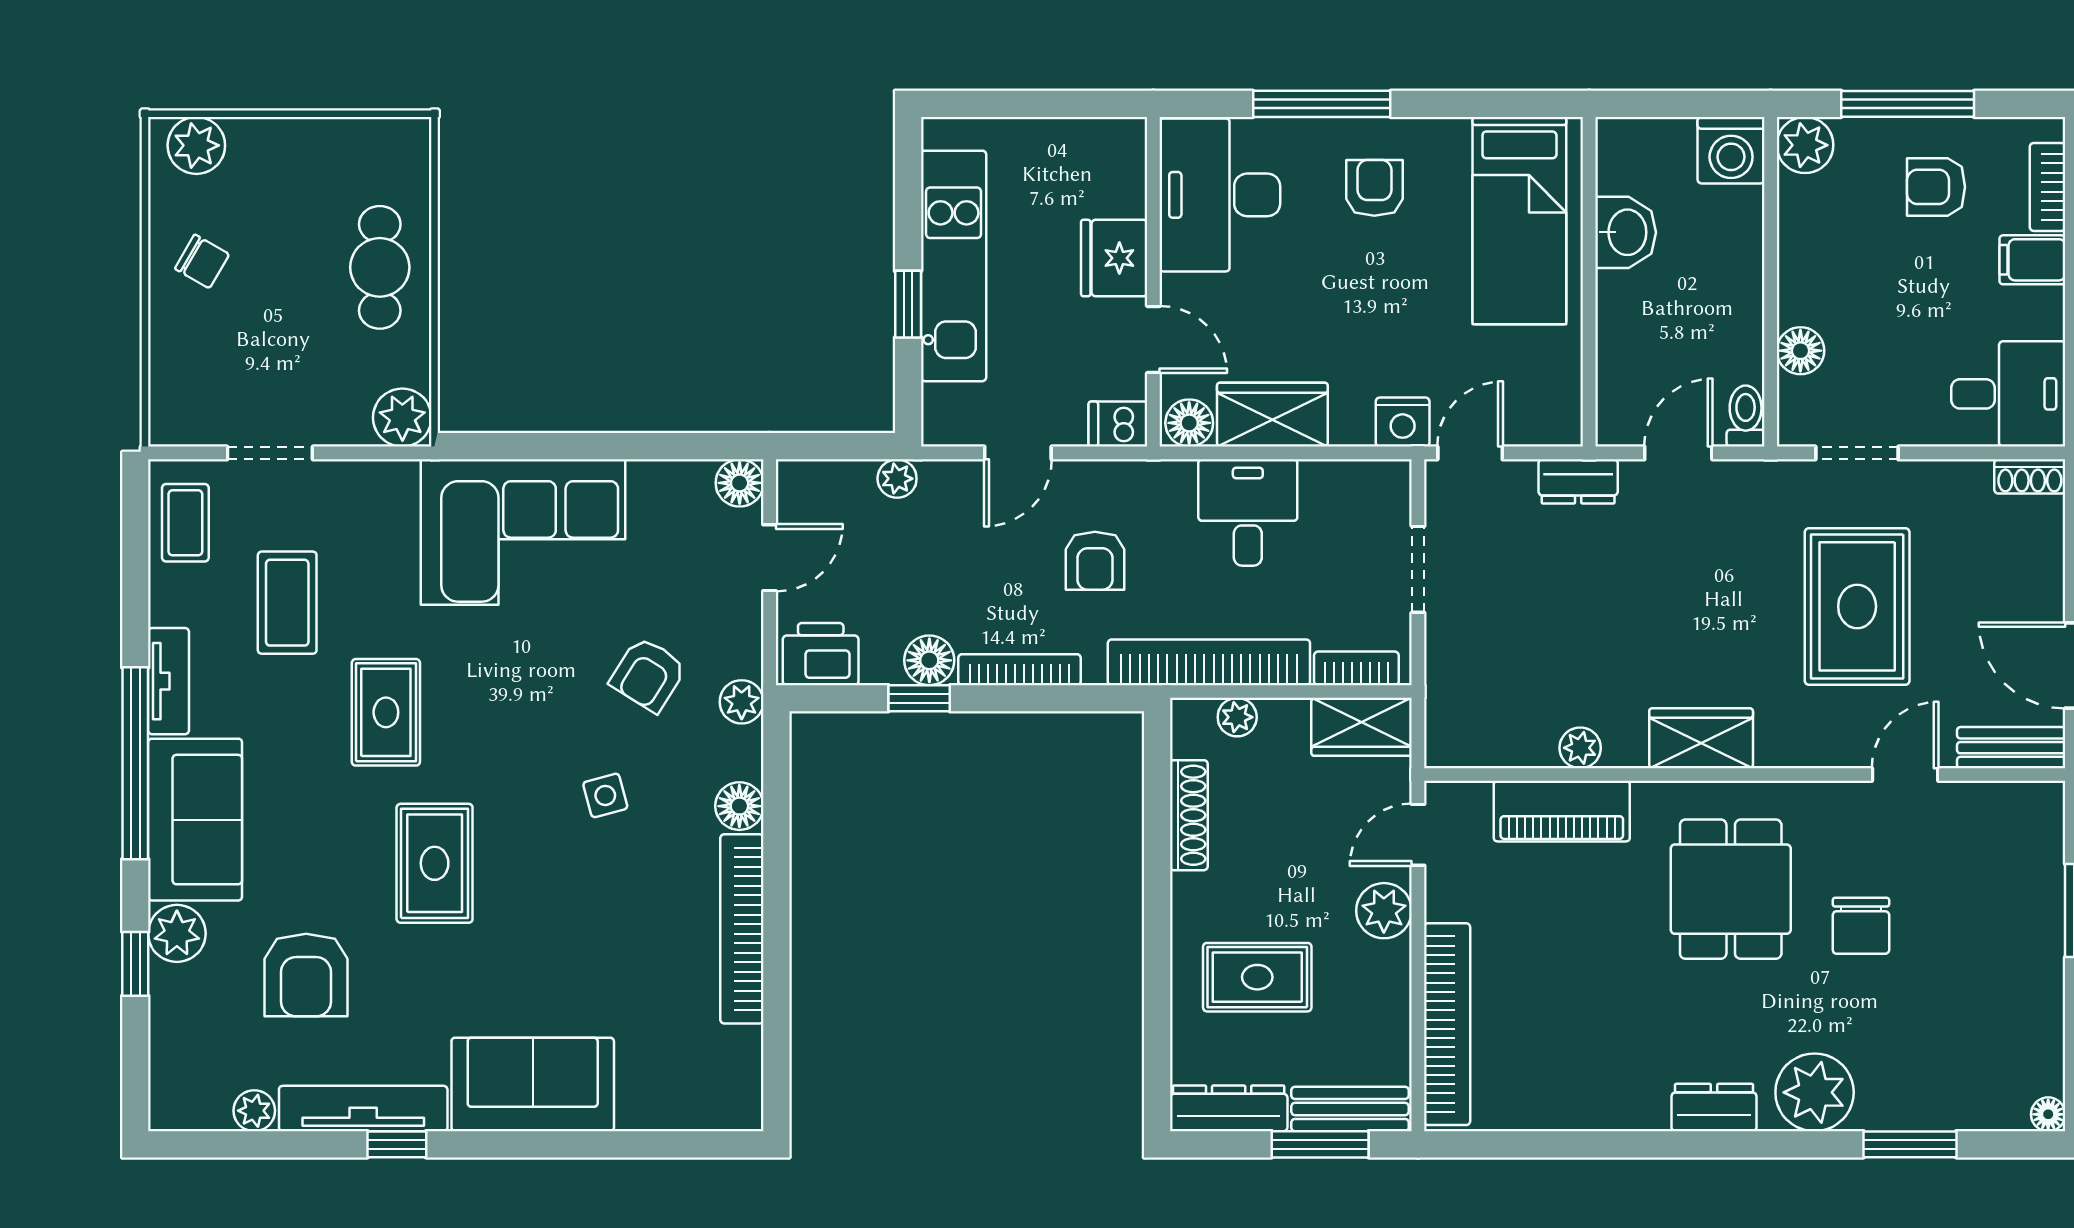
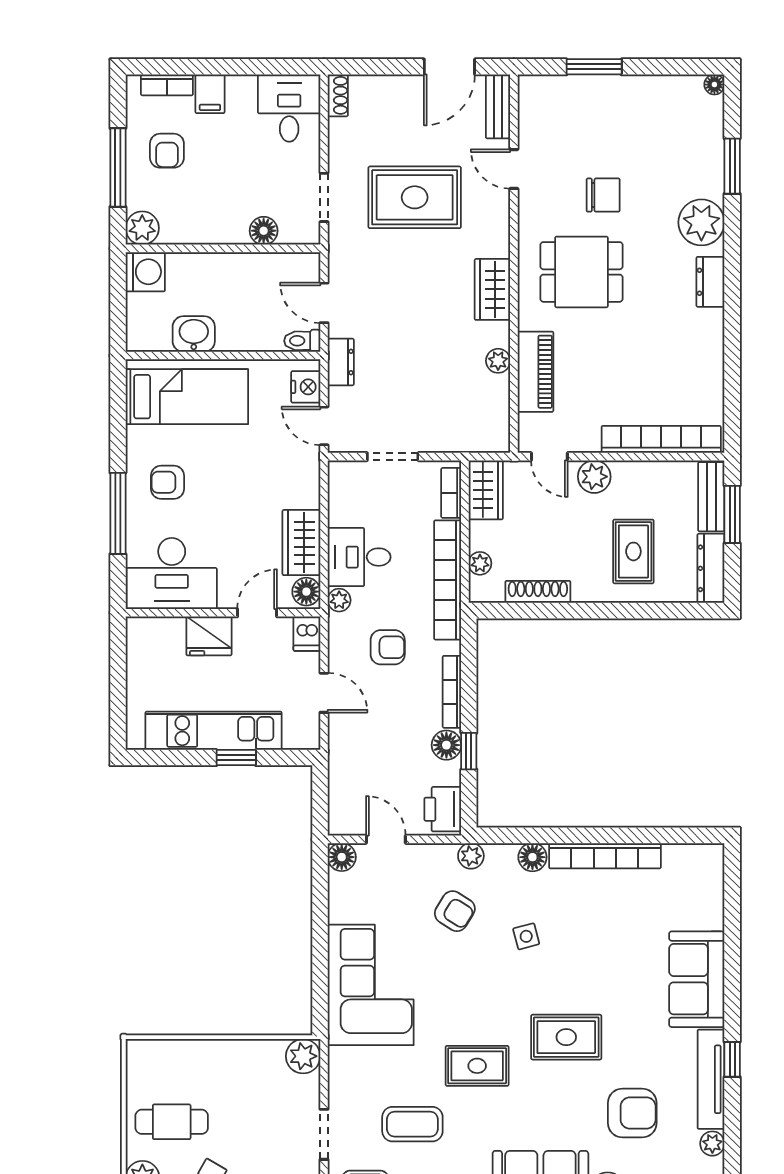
cafe table: (380, 267) -> (172, 1122), moved
toilet: (1746, 416) -> (302, 341), moved
nightstand: (1403, 422) -> (306, 387), moved
plant: (897, 479) -> (339, 600), moved

